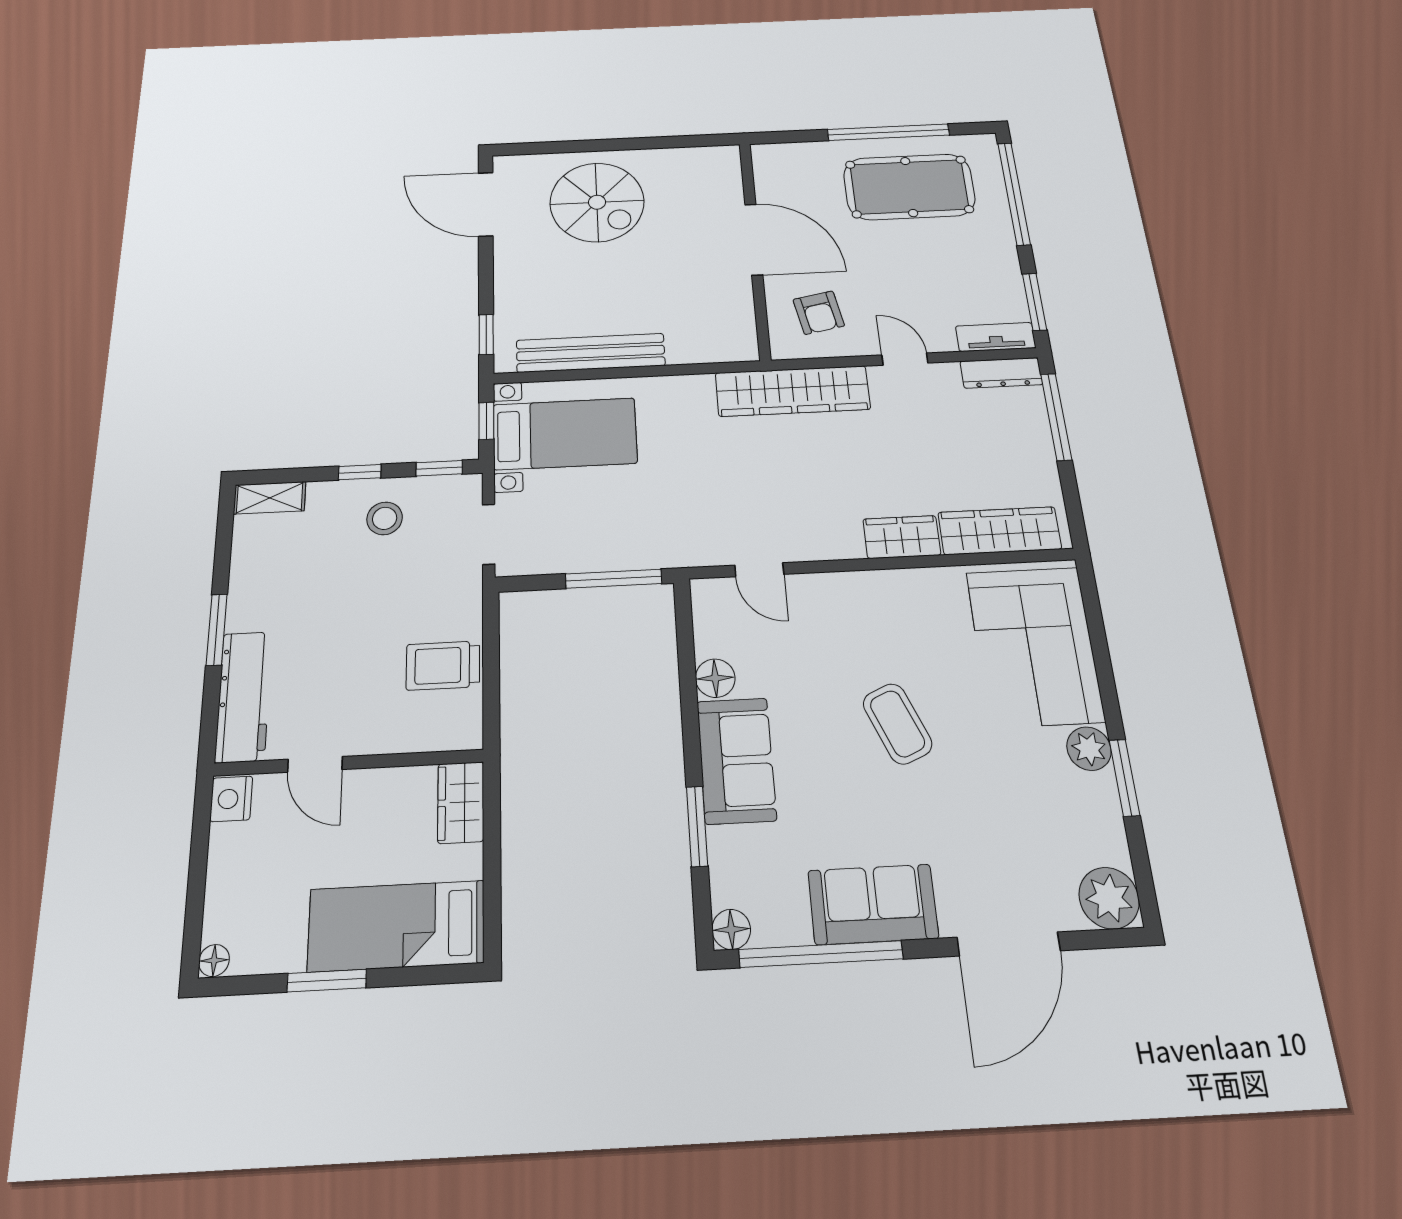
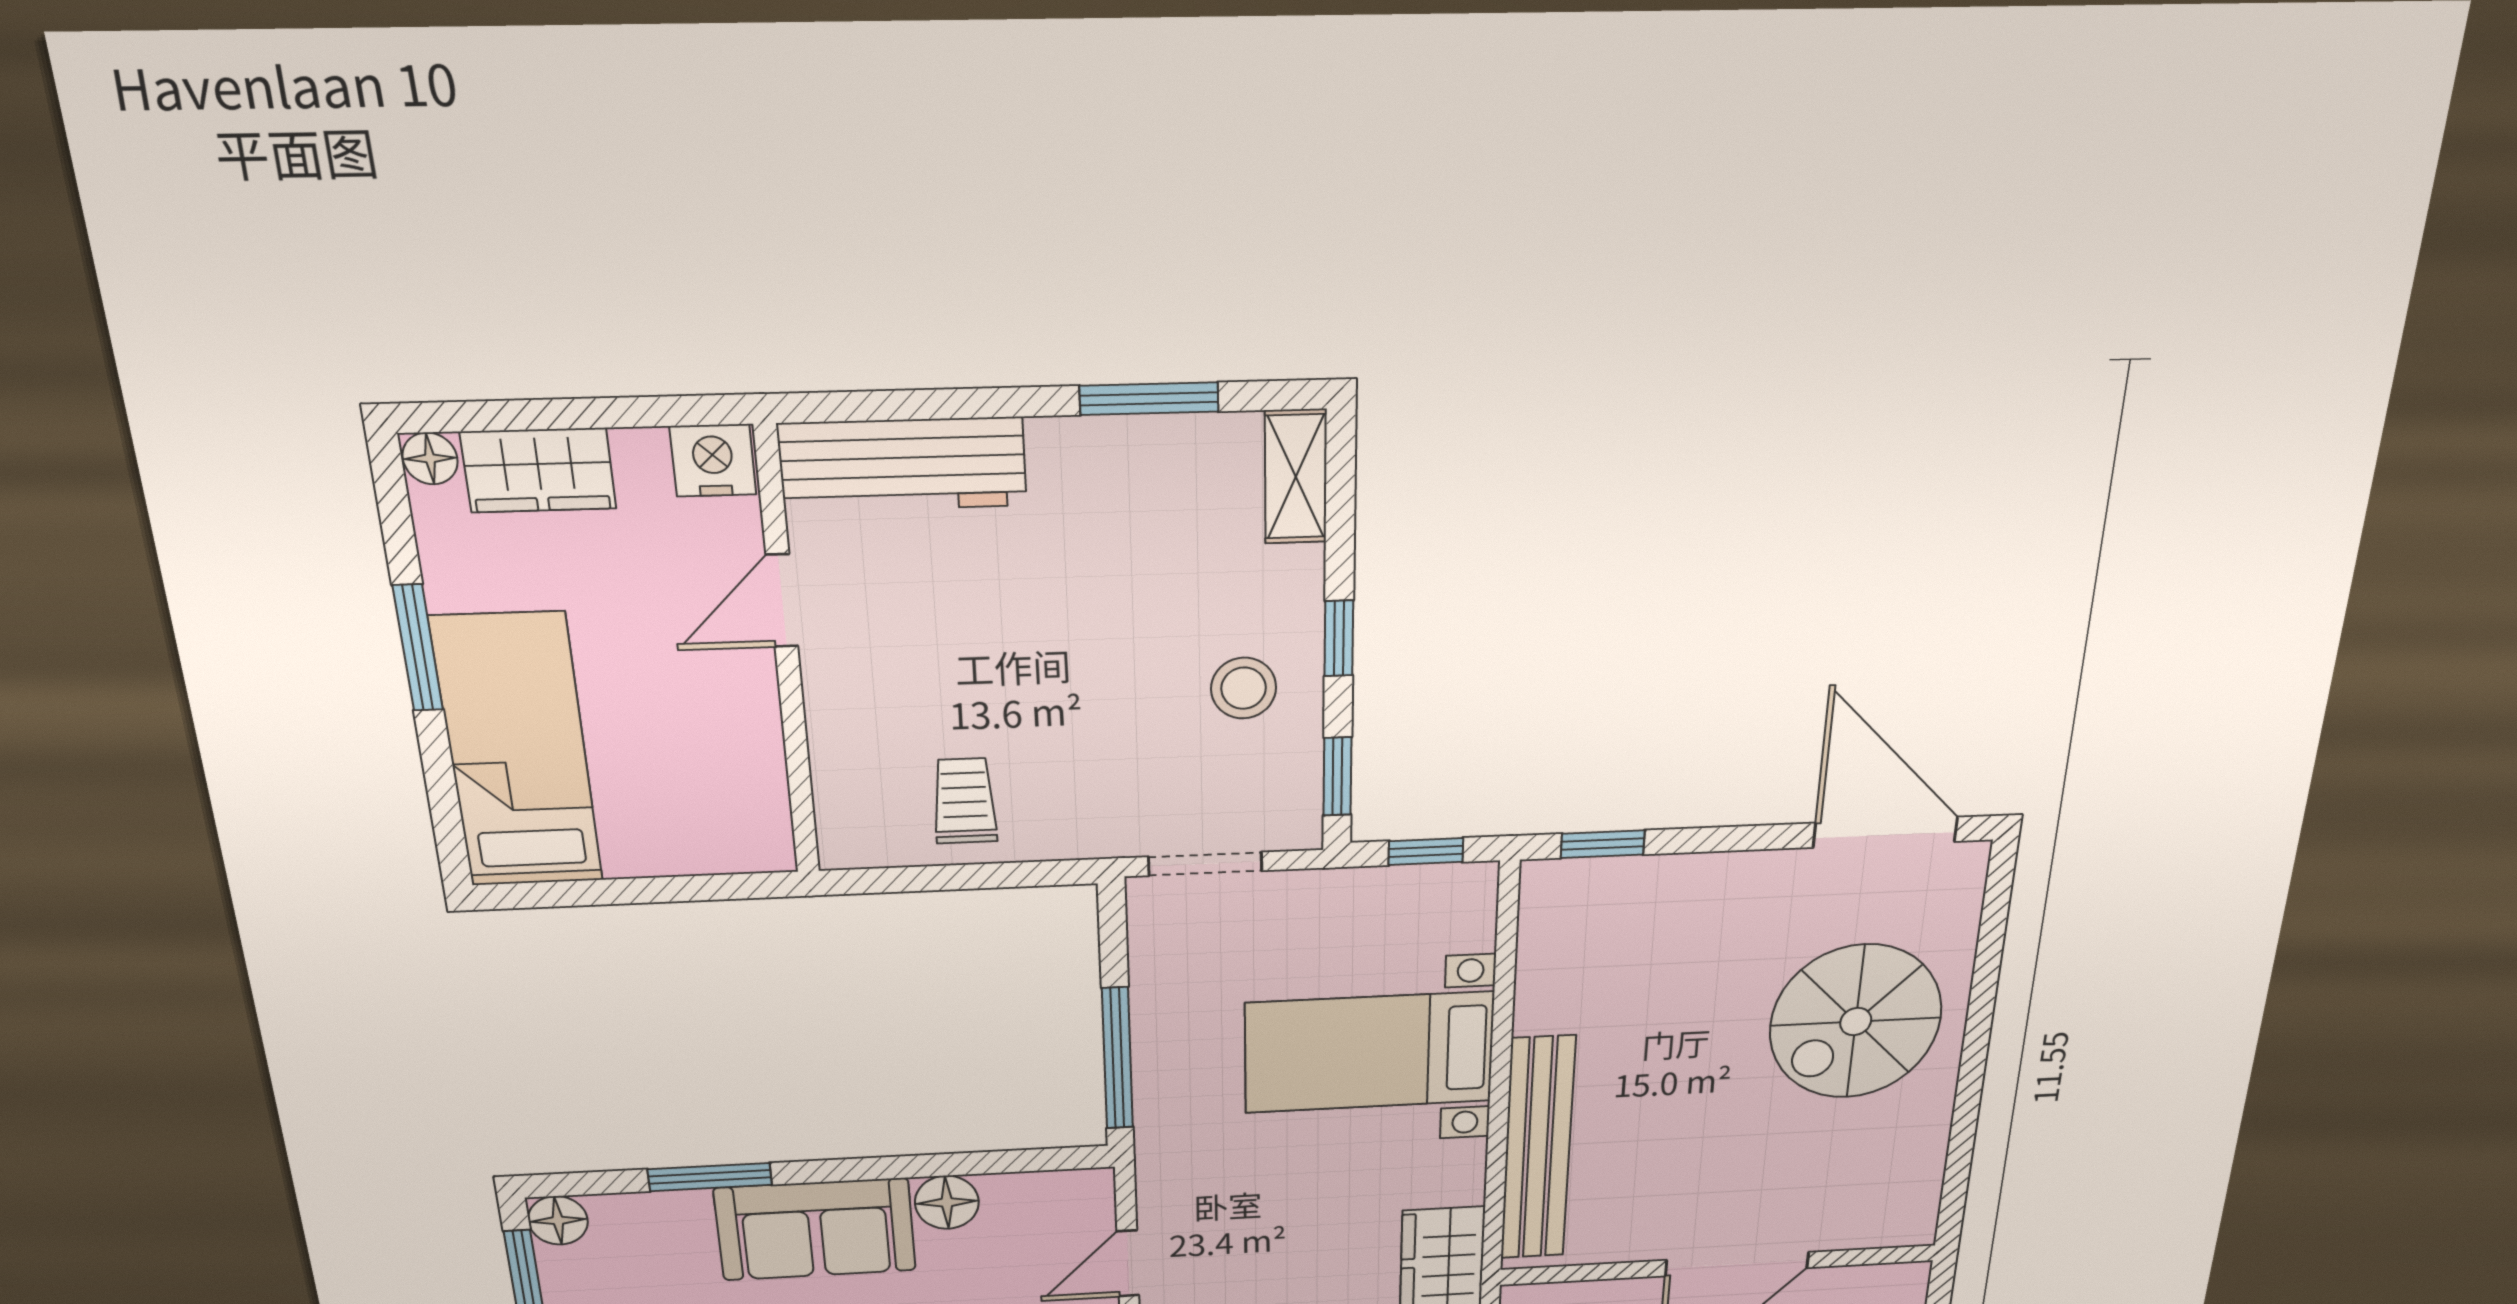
door: (486, 204) -> (1885, 832), hinge flipped
bench: (591, 353) -> (1538, 1149), moved
bed with nightstands: (565, 434) -> (1369, 1052), moved, turned 90
window: (217, 630) -> (1149, 399), moved
trolley: (443, 665) -> (965, 801), width x0.73, depth x0.72
wardrobe: (461, 802) -> (538, 470), moved, turned 180

